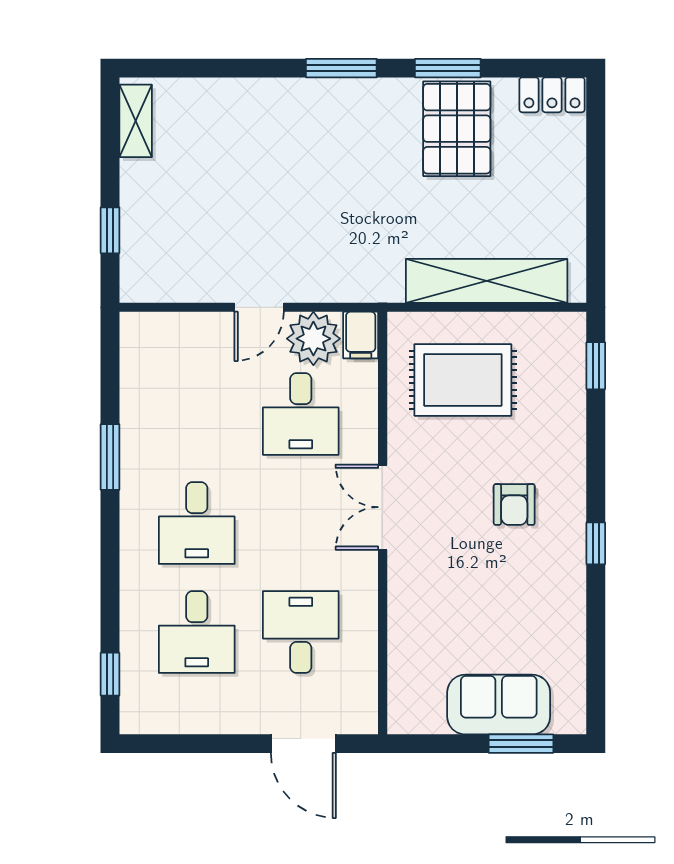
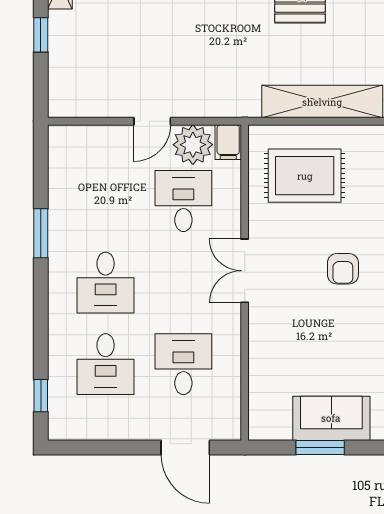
window: (110, 230) -> (41, 35), moved
desk: (301, 414) -> (183, 201), turned 180
window: (521, 744) -> (320, 448), moved

